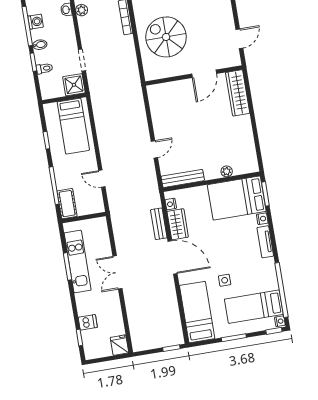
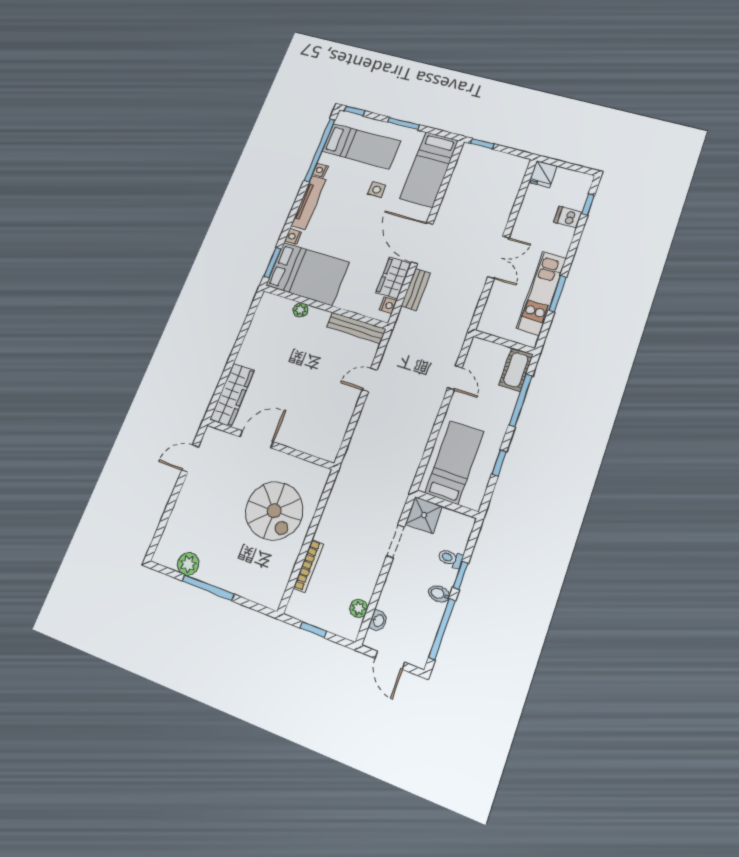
washing machine: (36, 22) -> (428, 629), removed
tv unit: (265, 242) -> (308, 203), width x1.41
nightstand: (280, 321) -> (320, 170), moved

